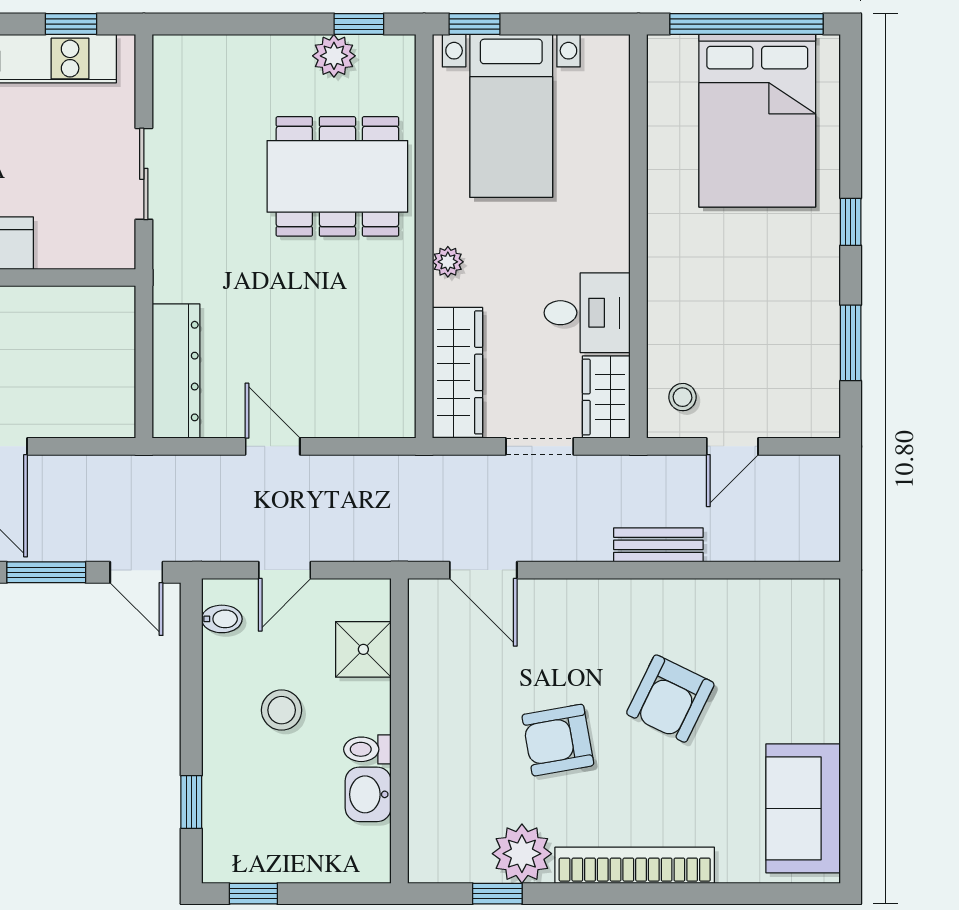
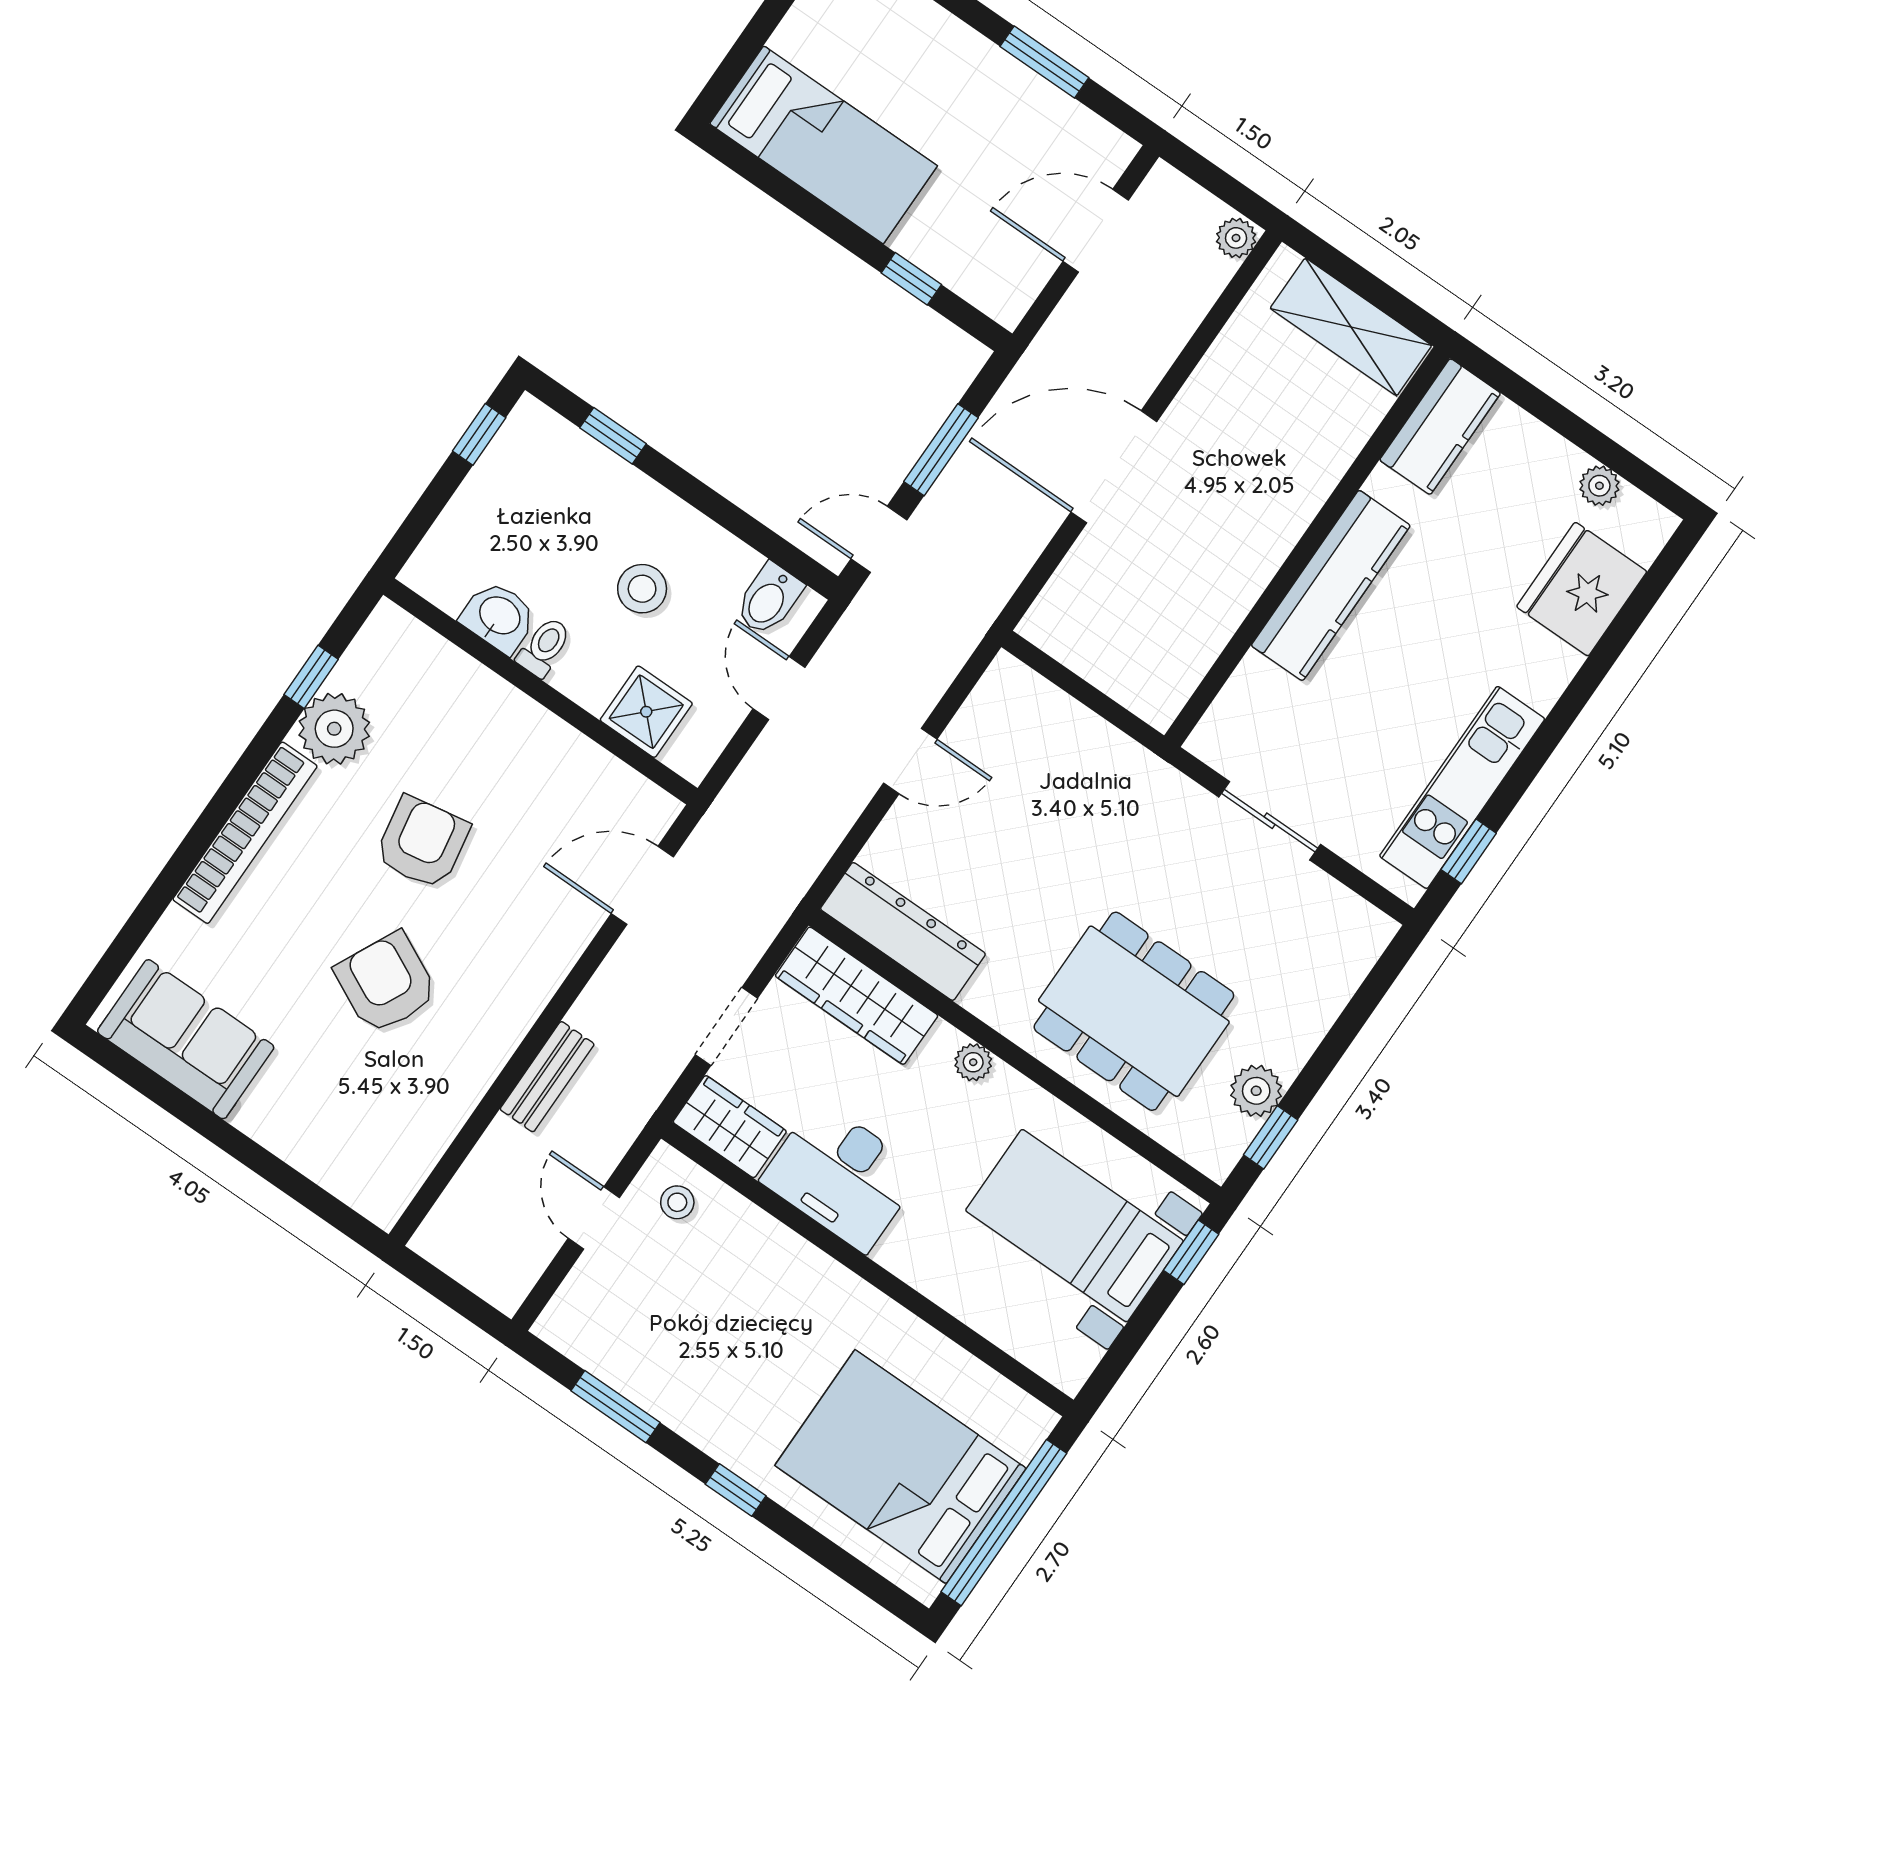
dining table: (337, 176) -> (1134, 1011), turned 90
desk: (587, 313) -> (842, 1176), width x1.37
dresser: (176, 371) -> (903, 931), moved, turned 180
bidet: (222, 619) -> (769, 599), width x1.38, depth x1.36

